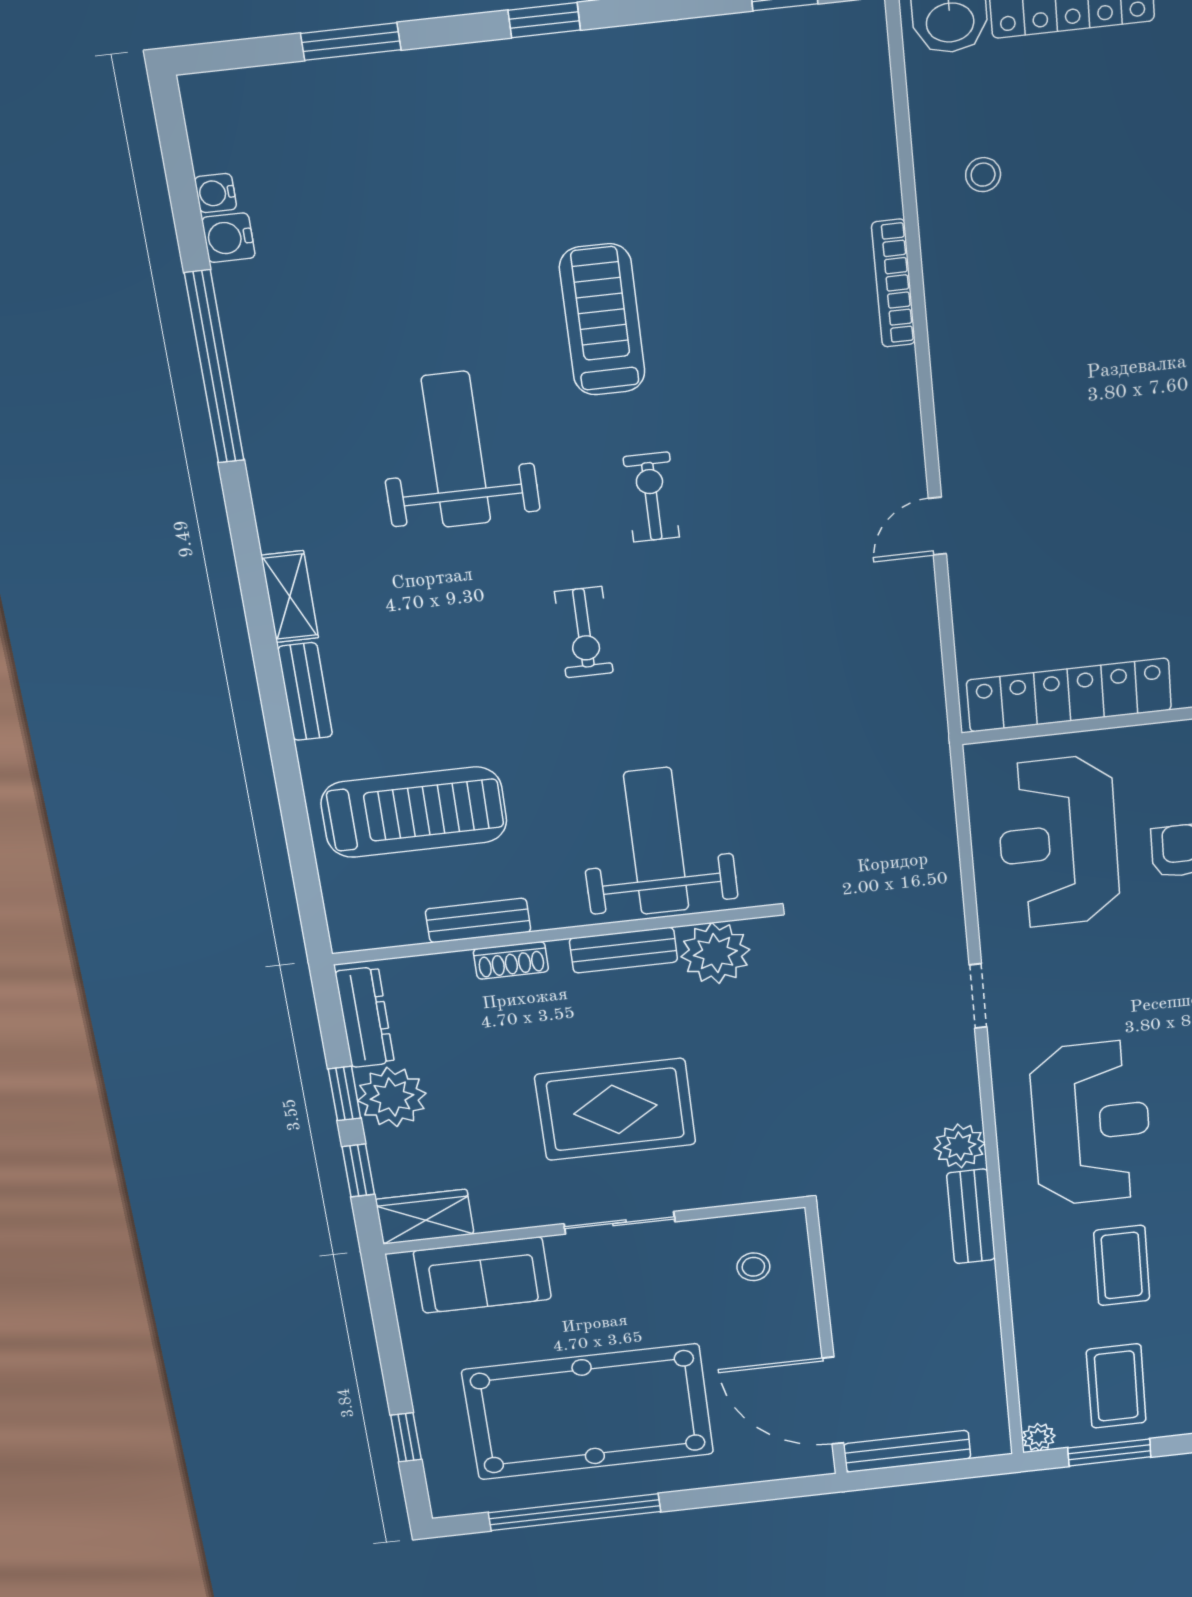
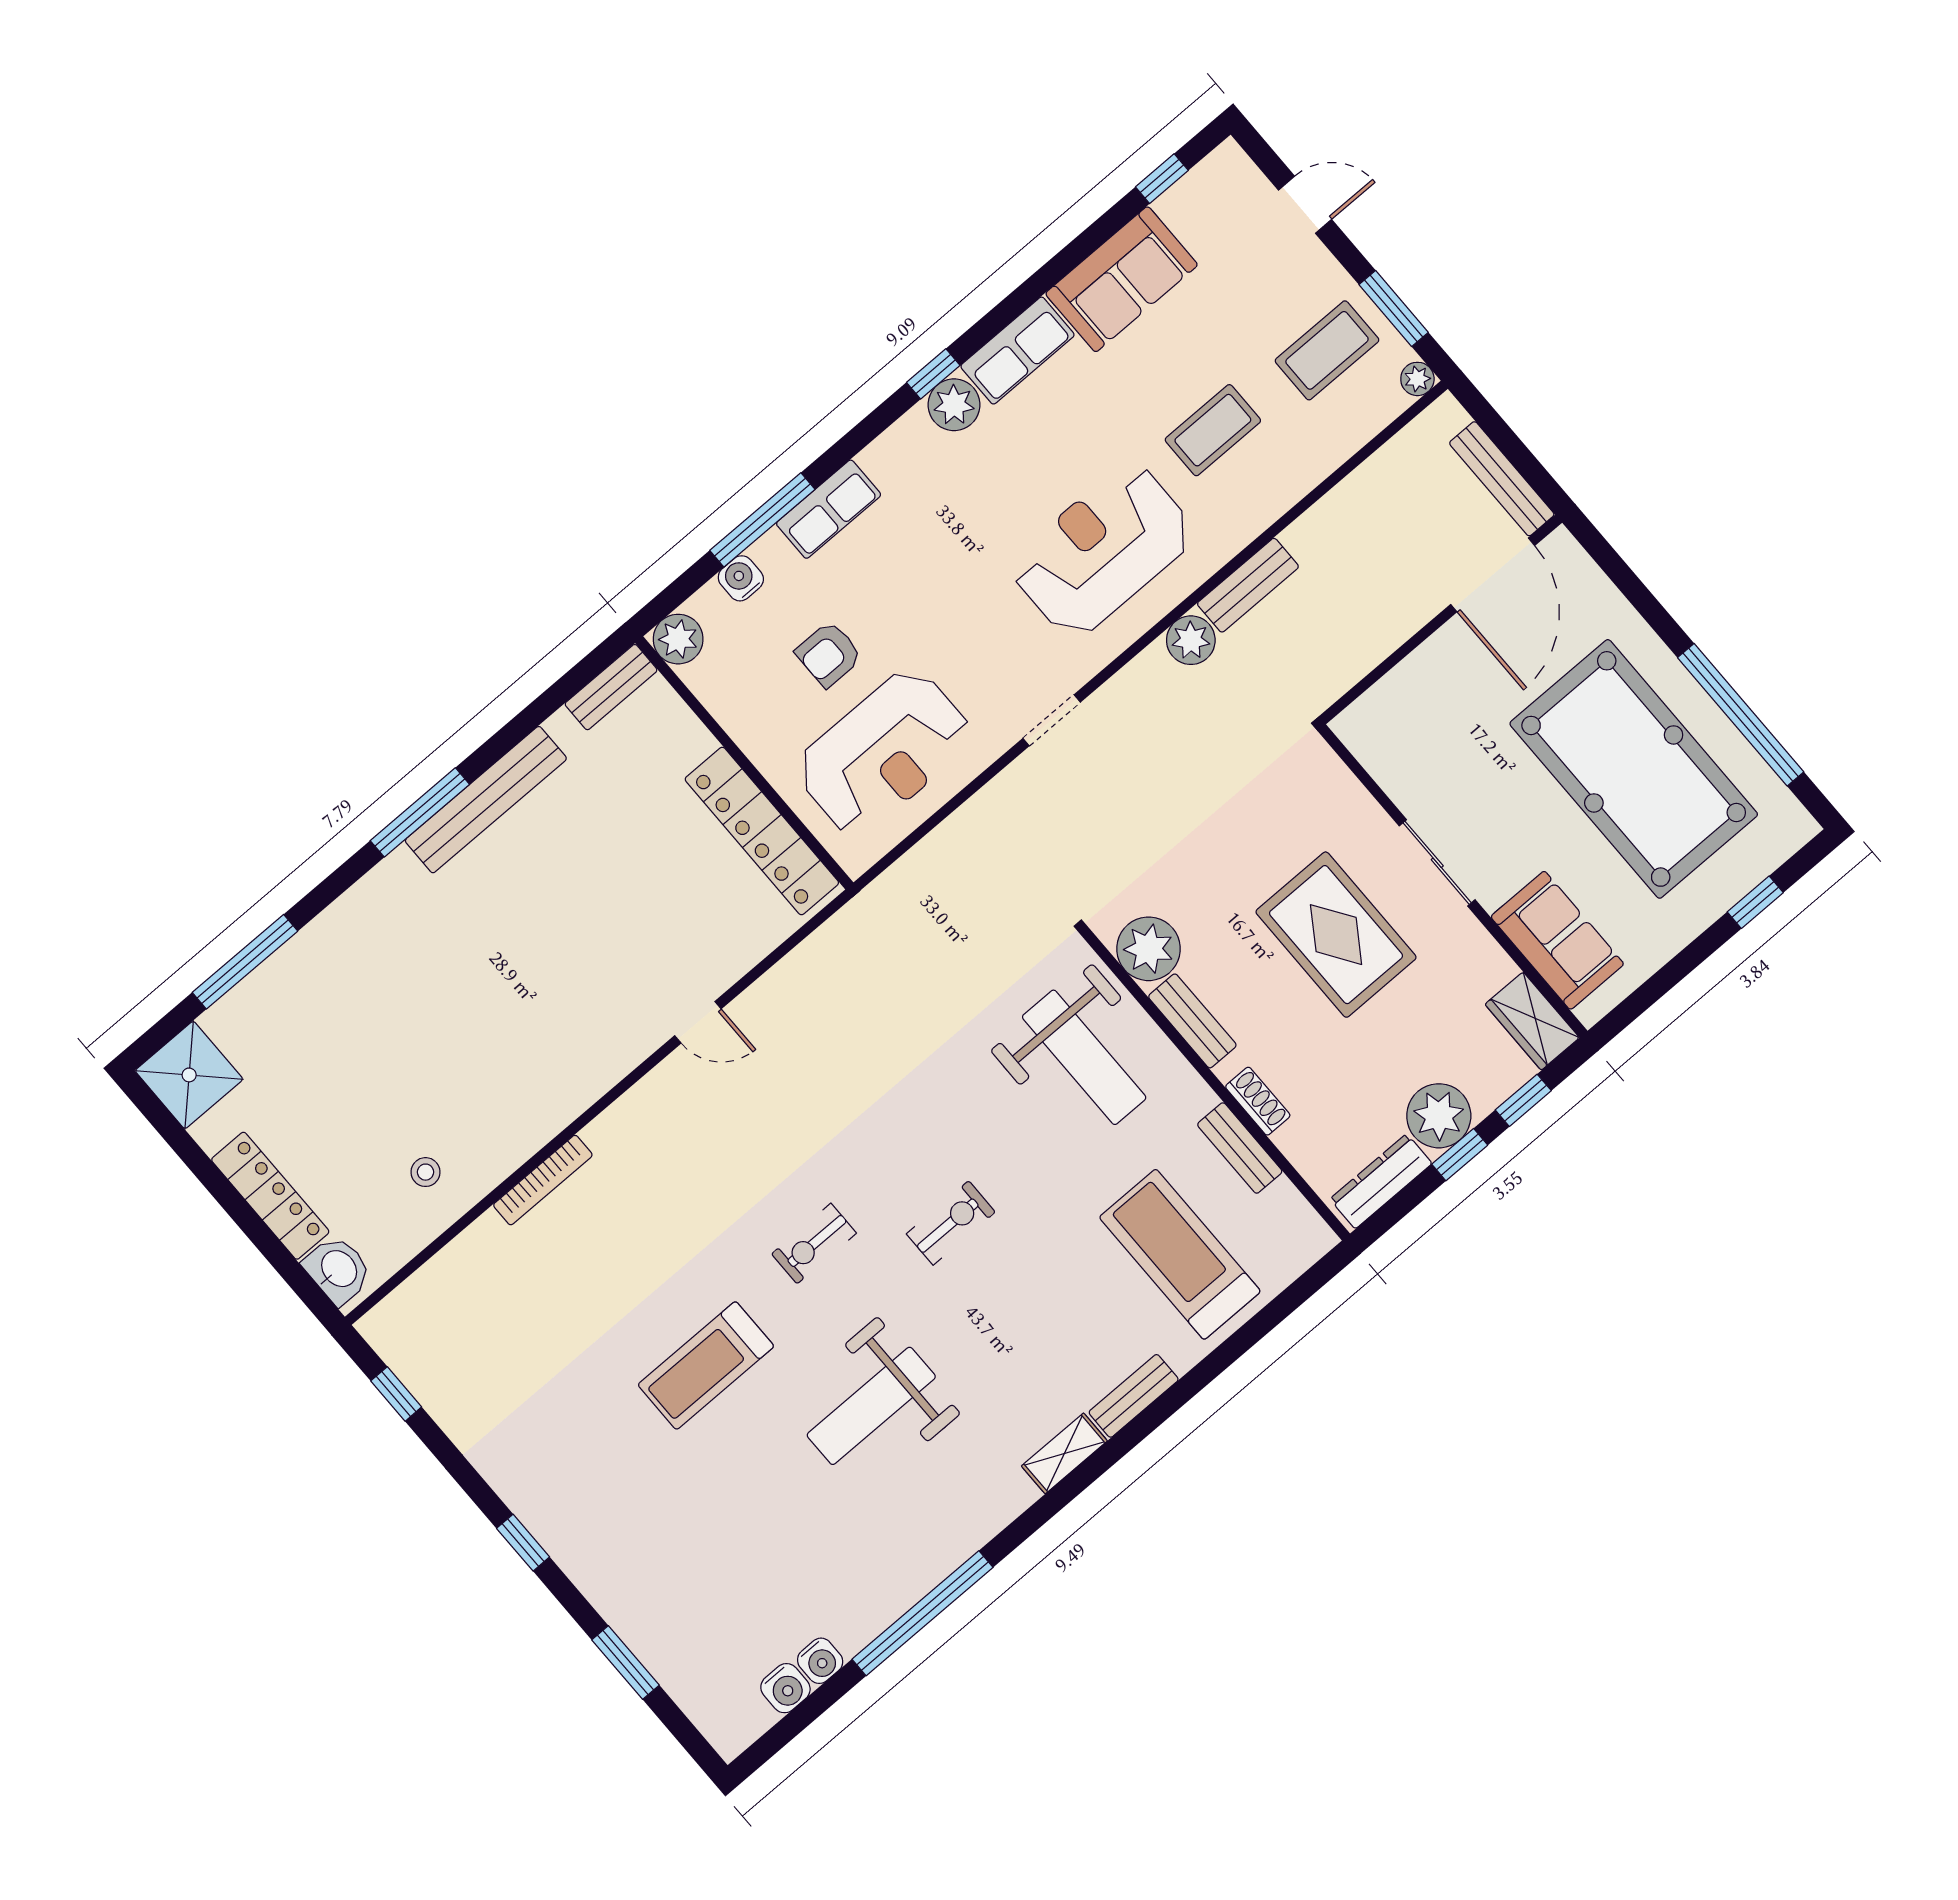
water cooler: (216, 193) -> (785, 1688), width x1.38, depth x1.38
weight bench: (656, 841) -> (1084, 1057), turned -90
stool: (753, 1267) -> (1408, 728), removed

